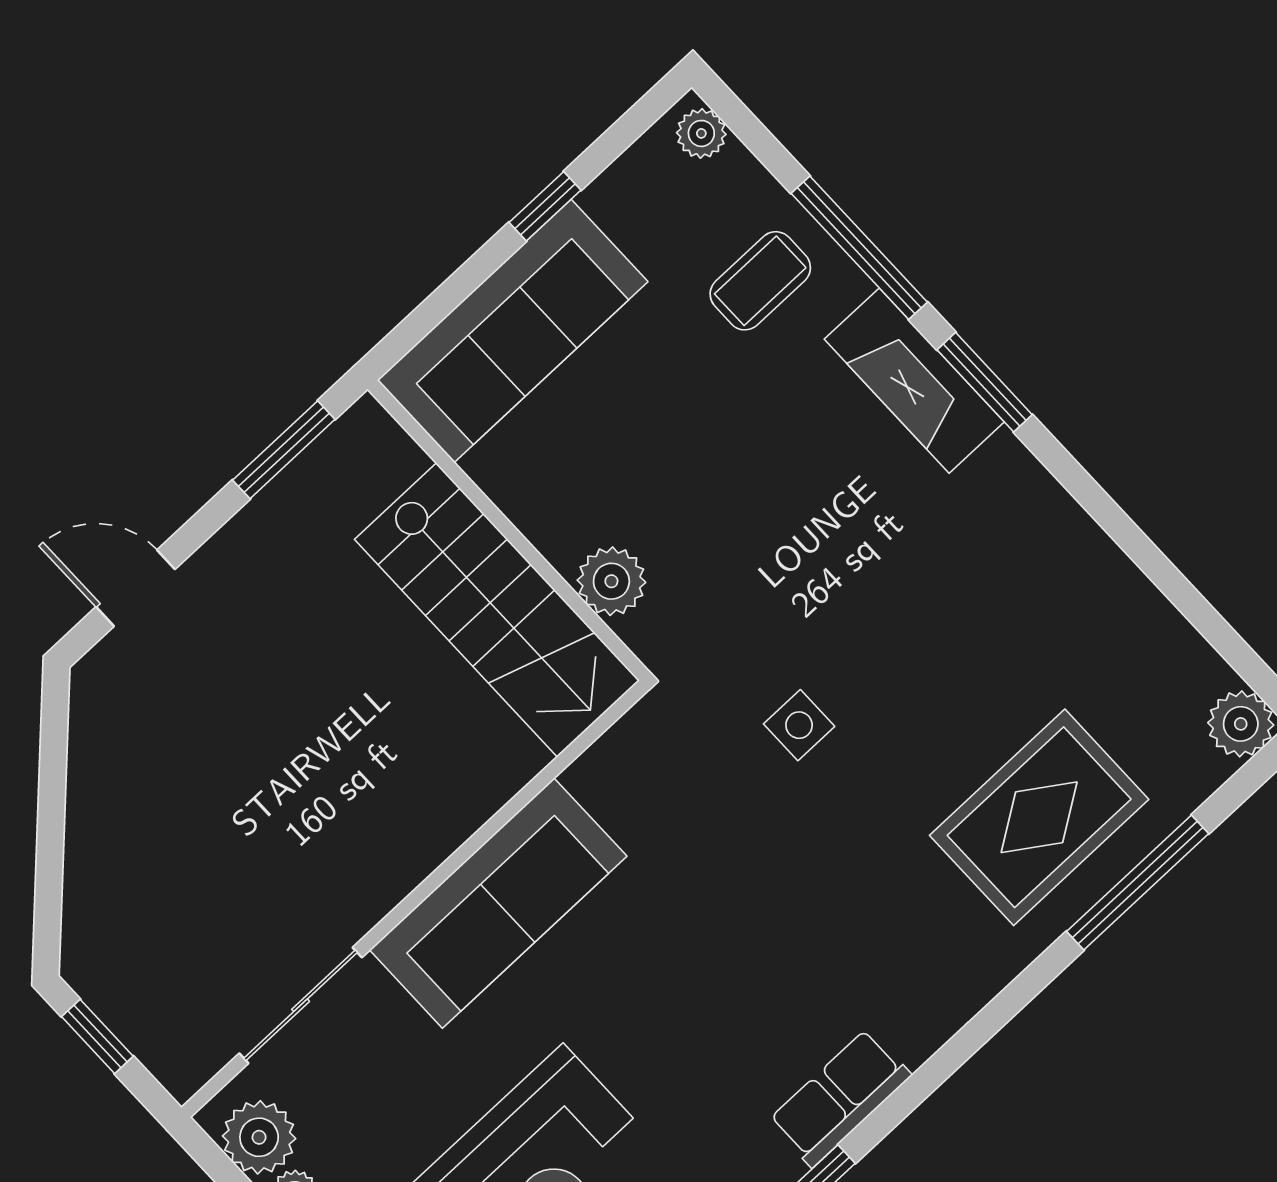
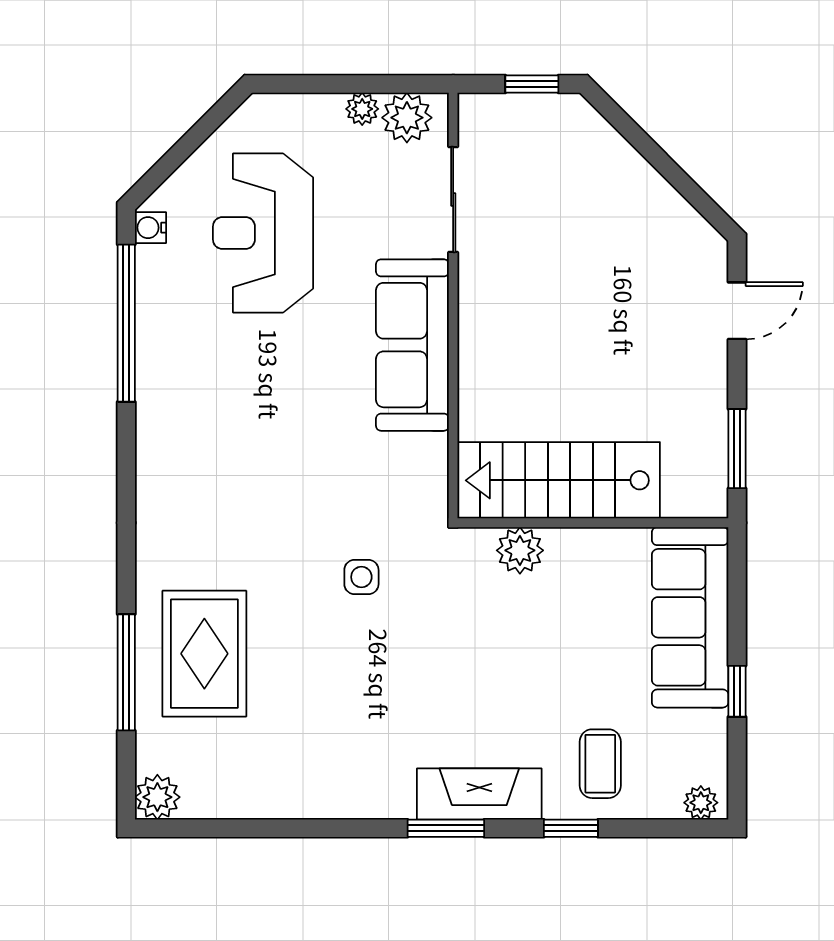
window: (859, 248) -> (571, 828), width x0.46
row of seats: (840, 1098) -> (157, 425), removed

